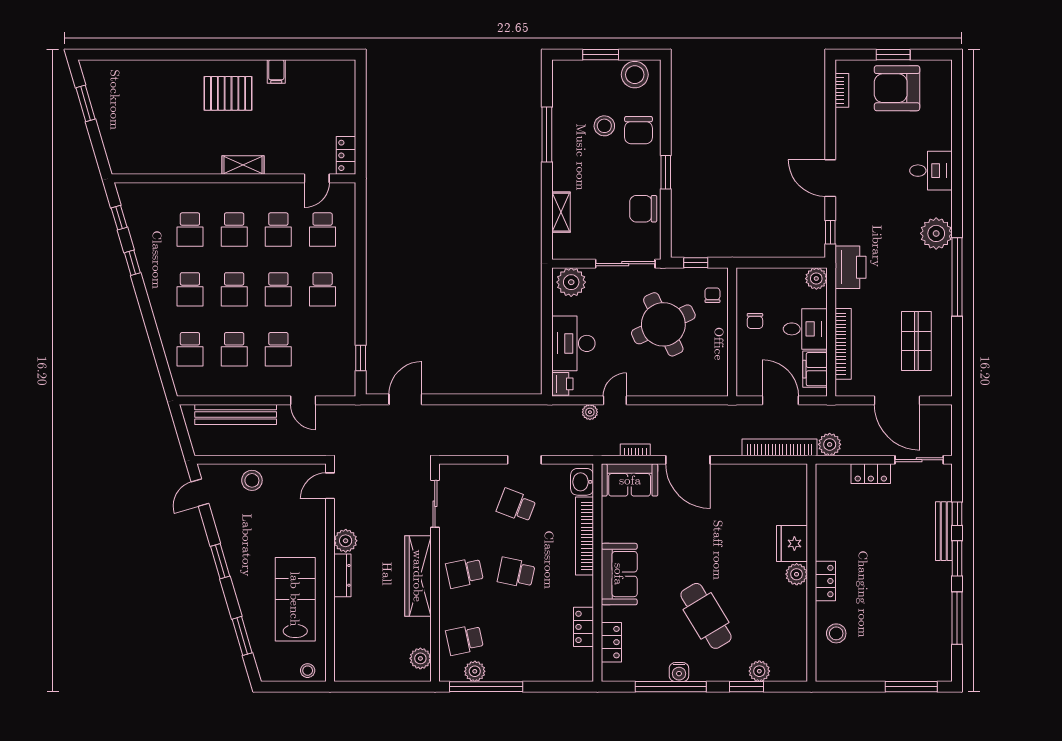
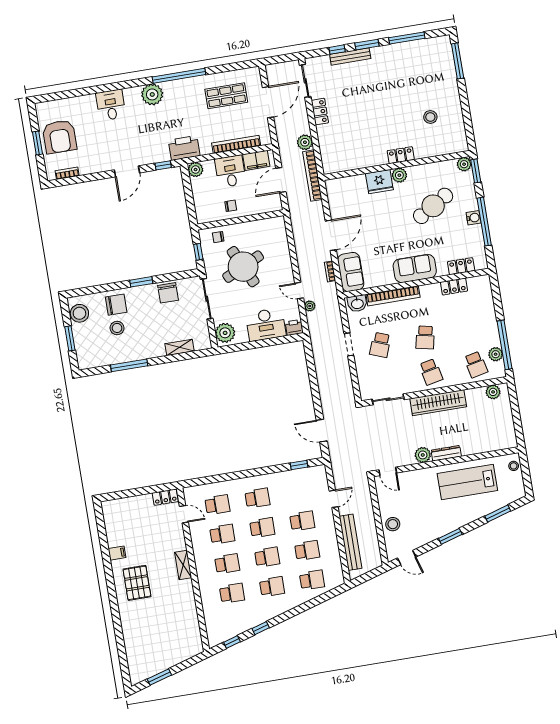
fridge: (792, 544) -> (379, 182), moved
wall: (811, 573) -> (397, 165), moved
plant: (797, 574) -> (399, 175), moved
locker: (825, 581) -> (401, 155), moved

